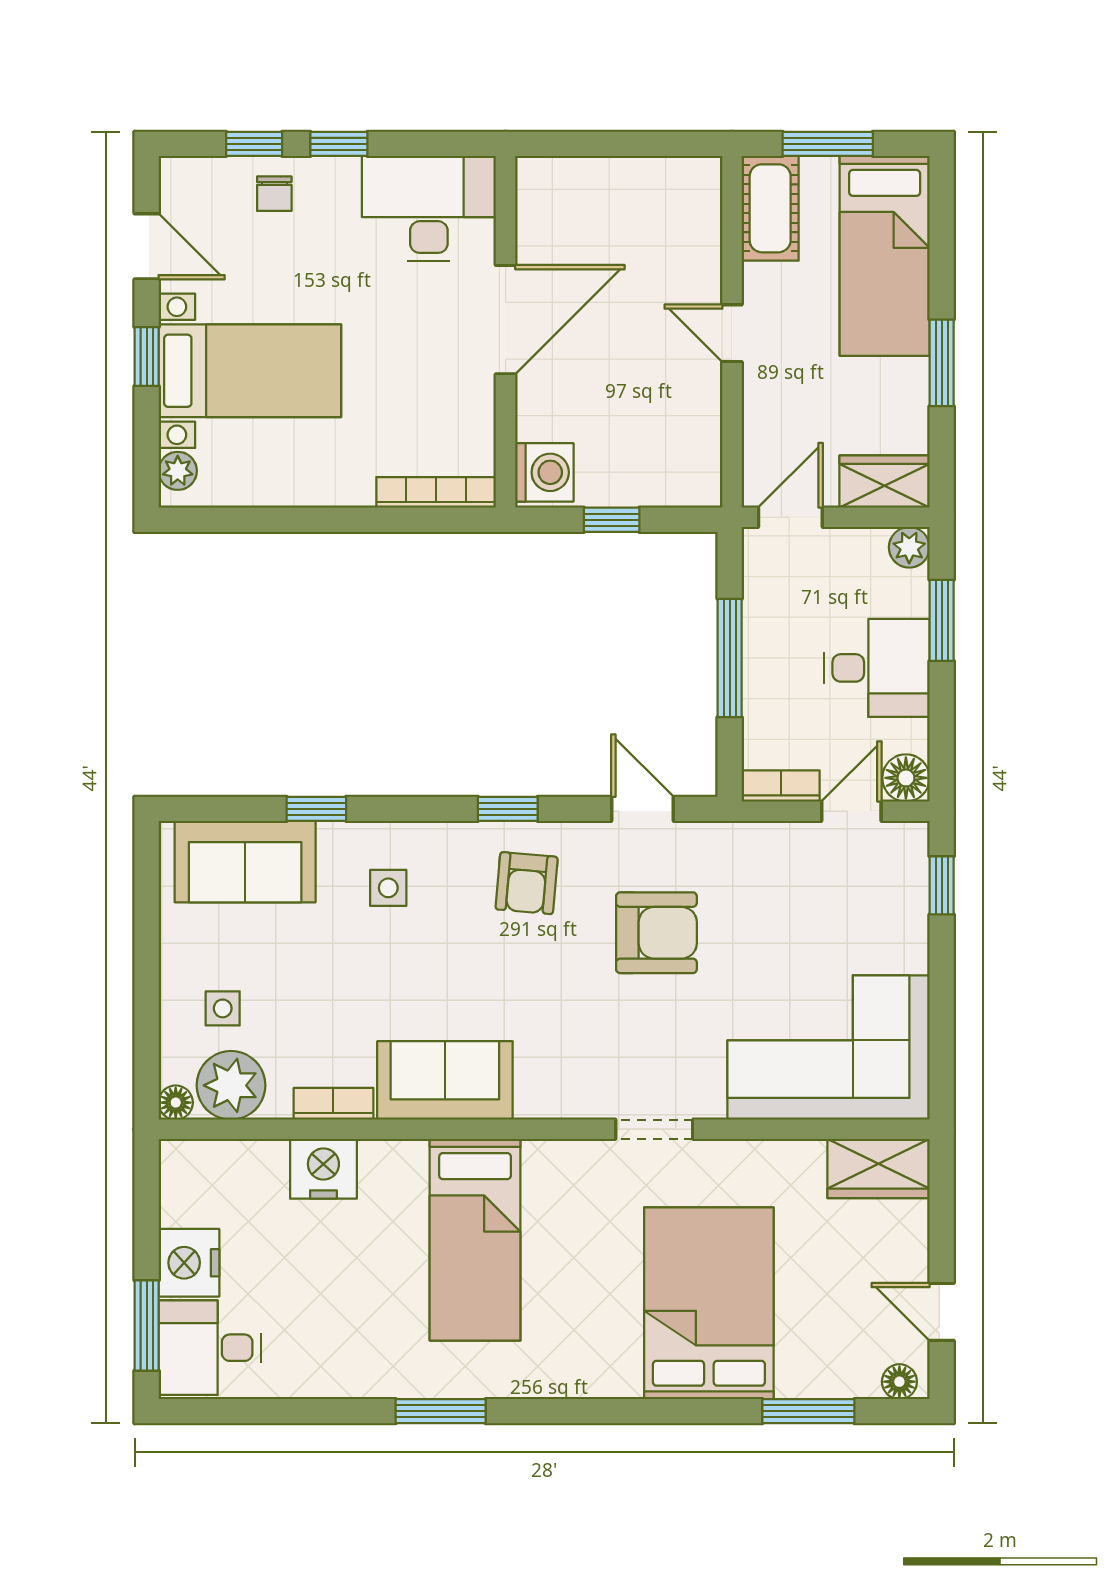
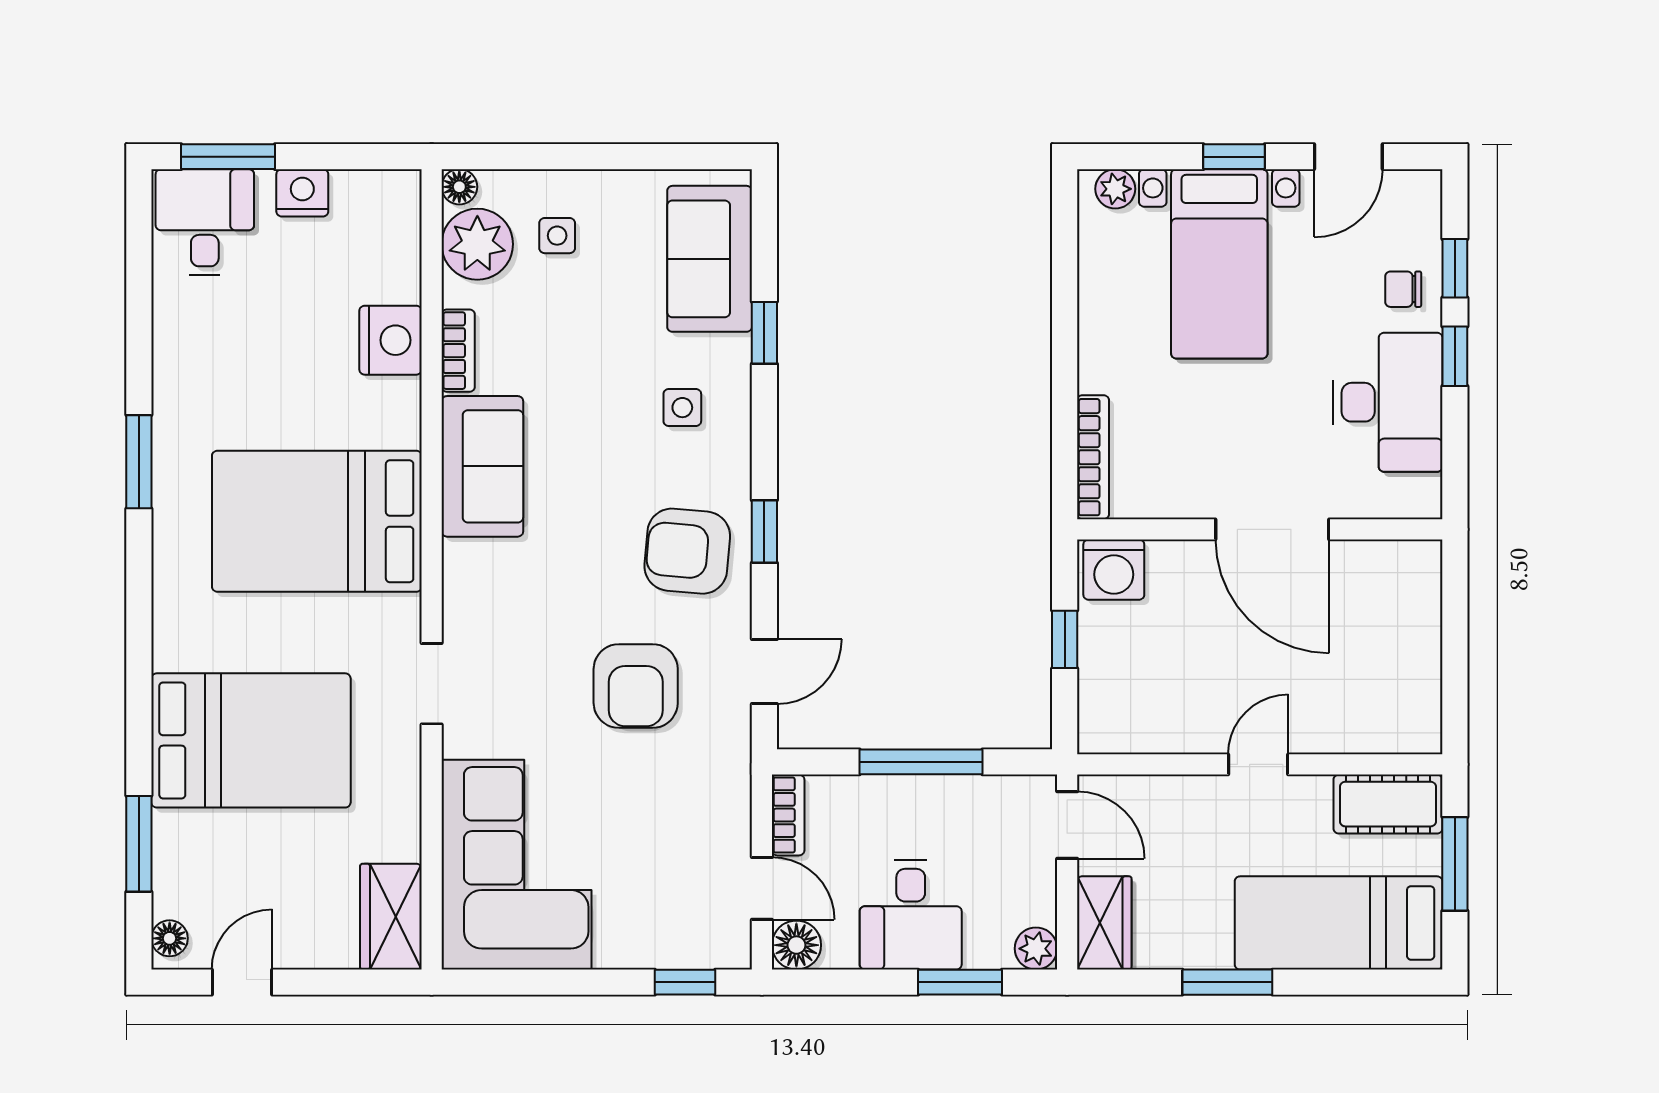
desk: (429, 209) -> (1388, 402), moved
armchair: (527, 883) -> (687, 551), width x1.38, depth x1.38
bed: (475, 1240) -> (317, 521), width x1.50
nightstand: (189, 1263) -> (302, 193), width x0.74, depth x0.75

